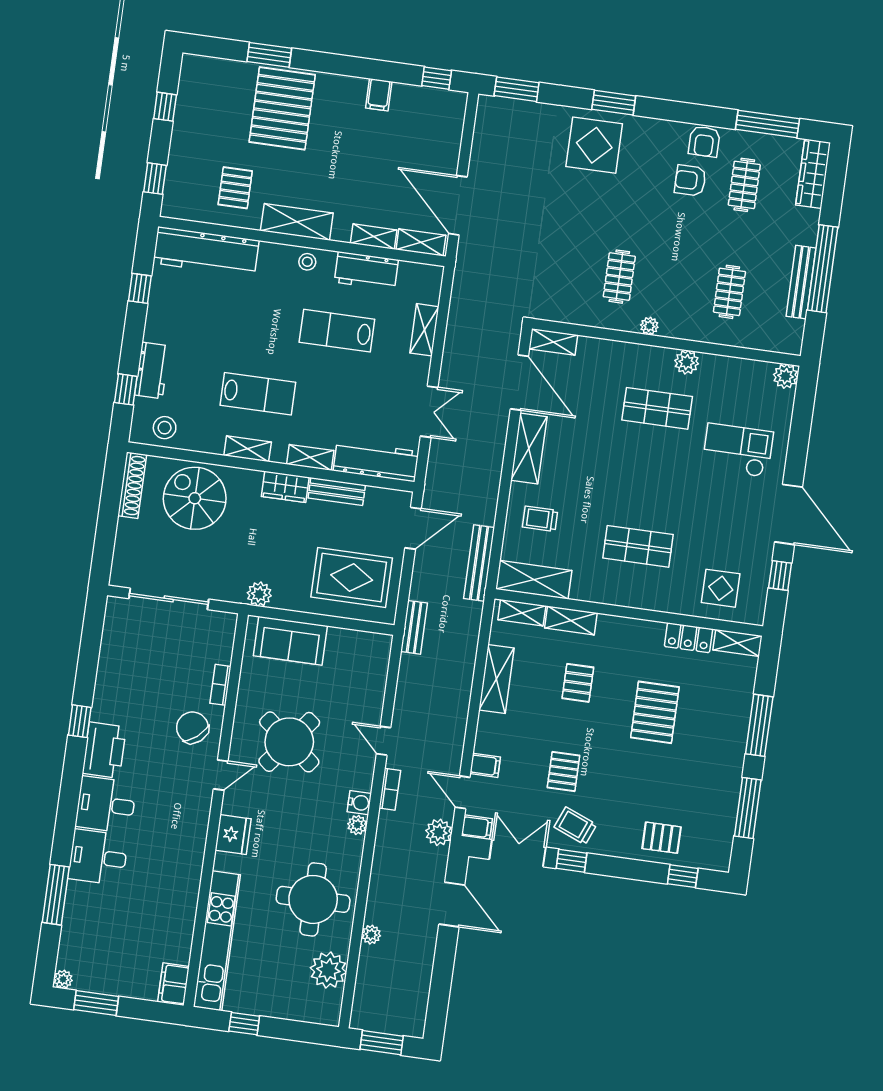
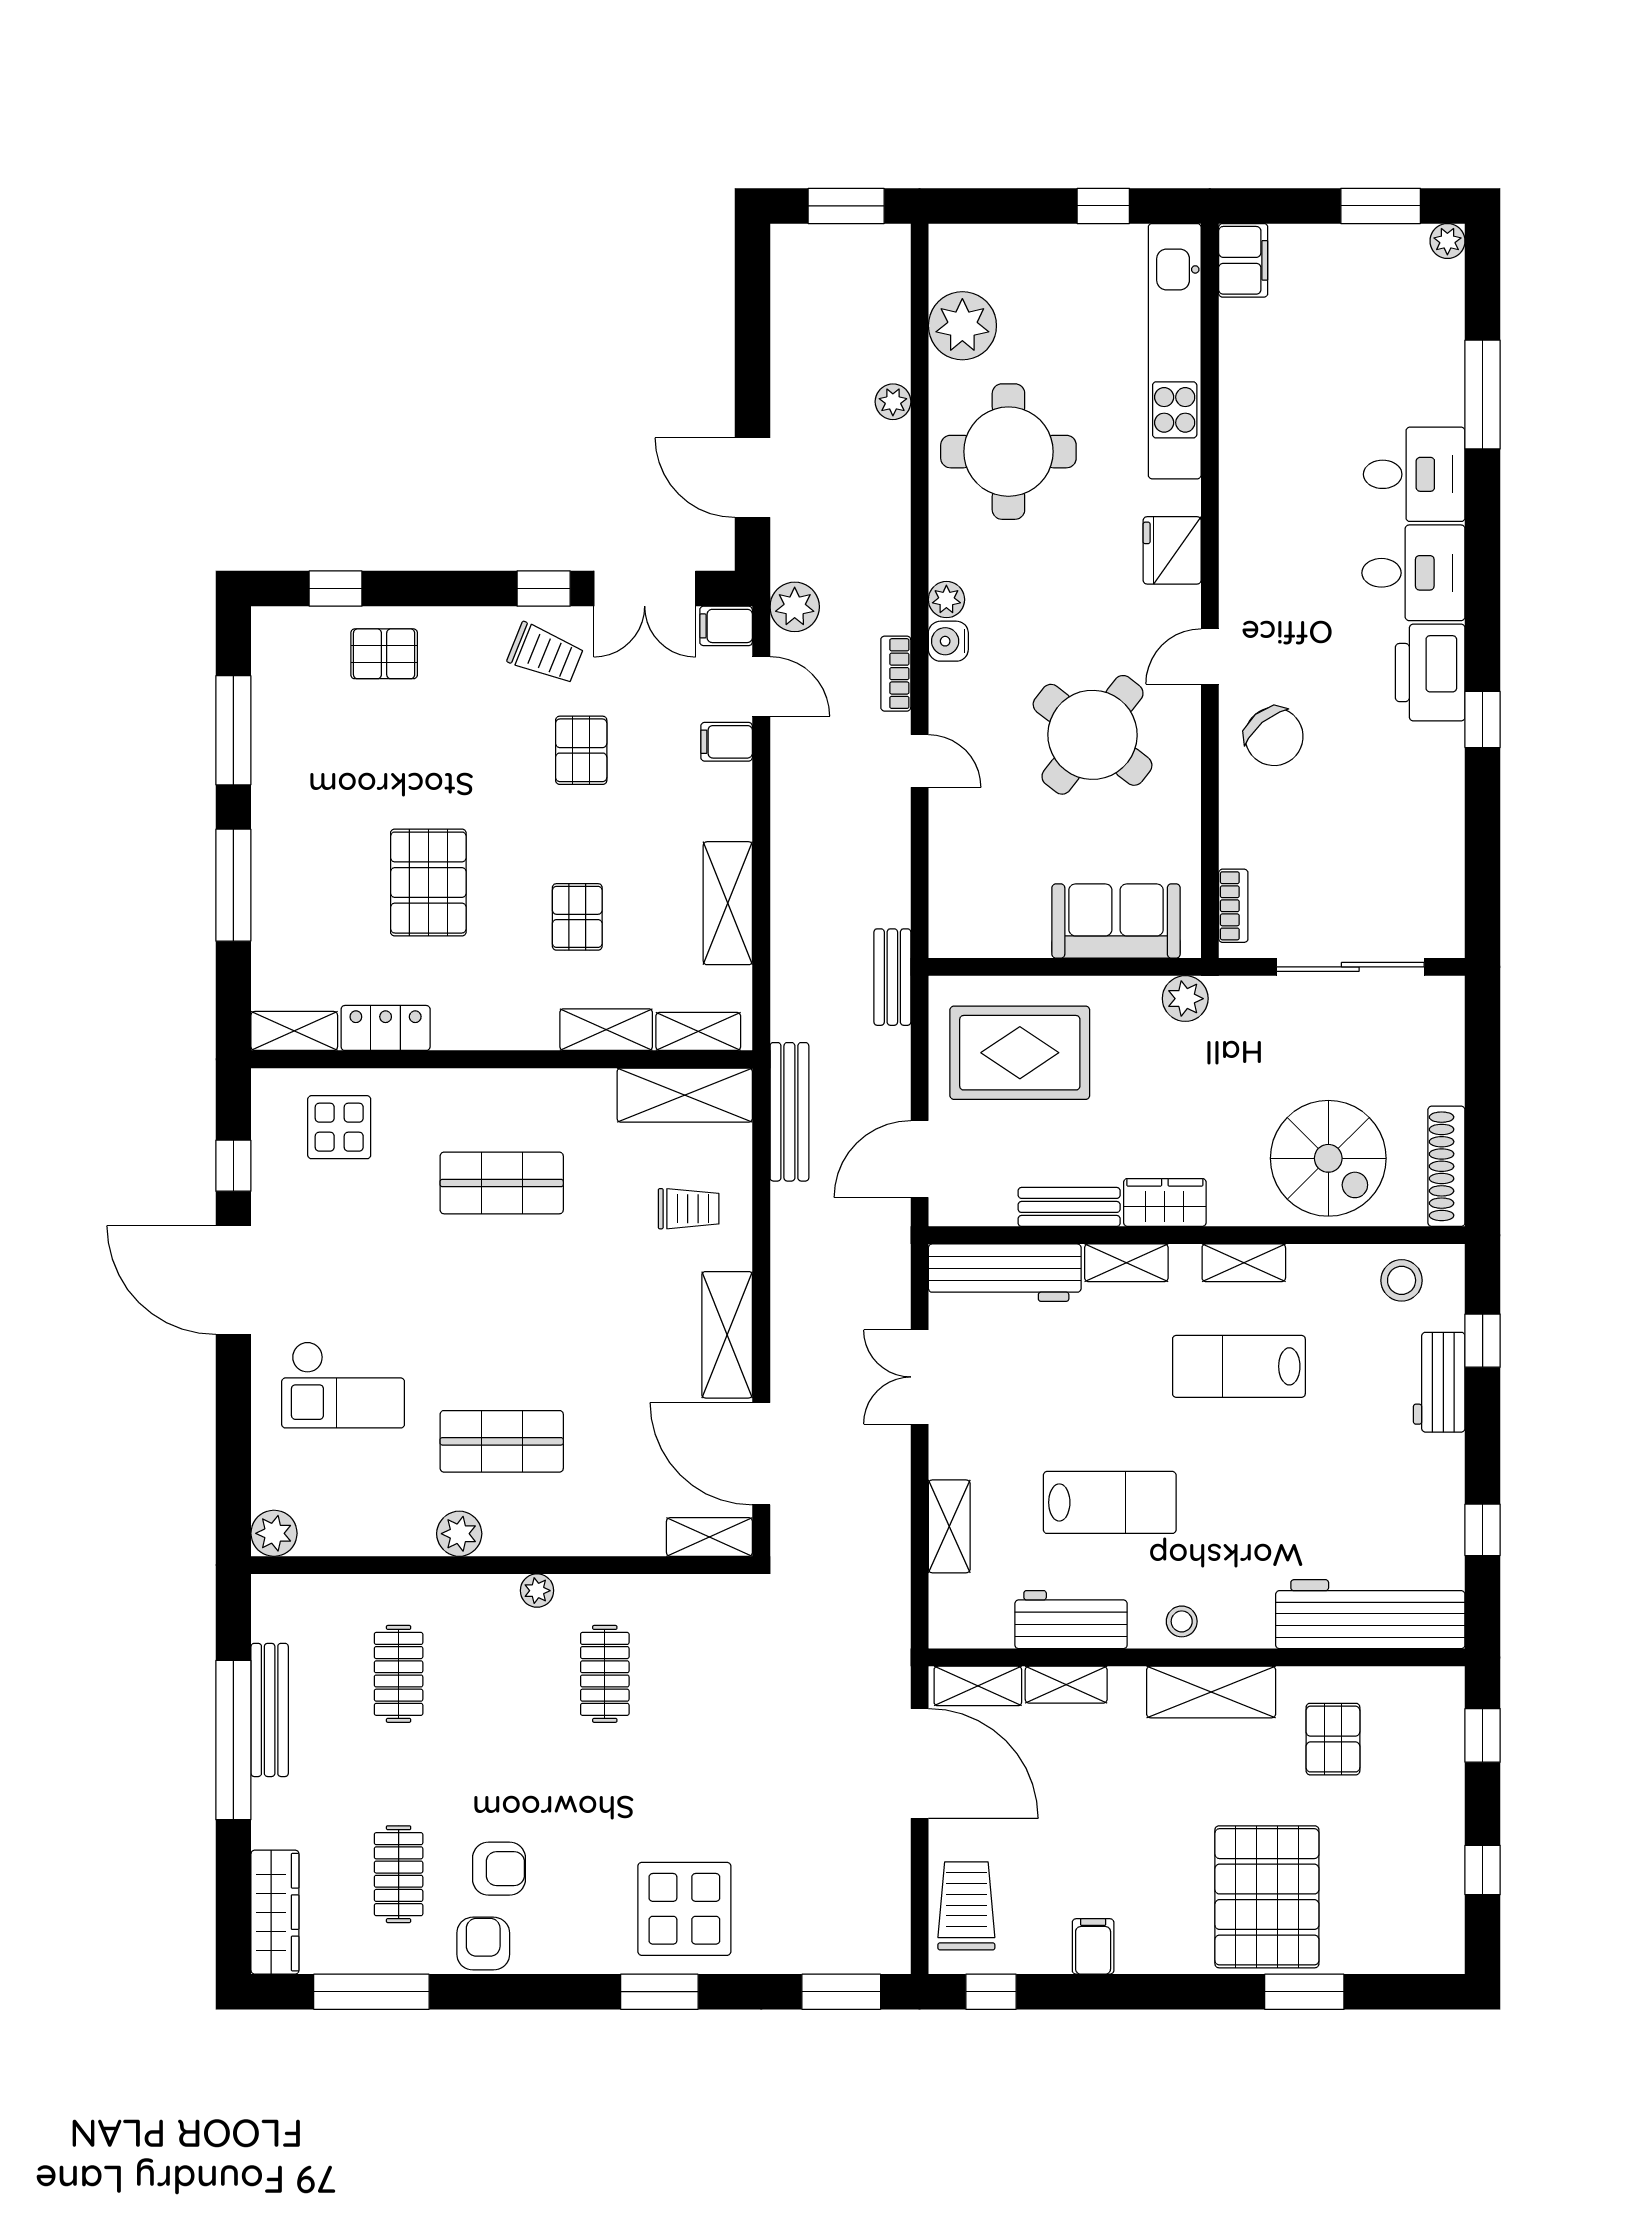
trolley: (443, 126) -> (966, 1906), added
bookcase: (221, 685) -> (1233, 906), moved

